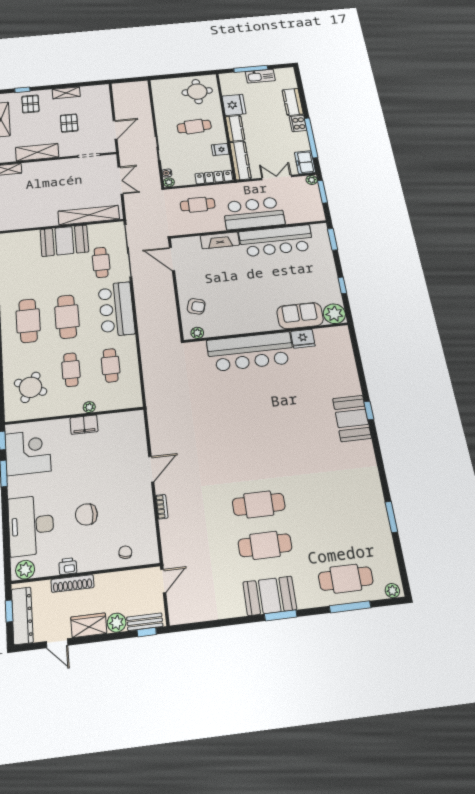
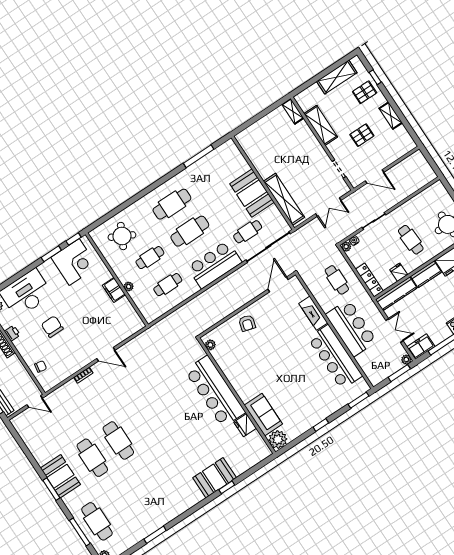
plant: (334, 314) -> (278, 440), moved
sofa: (300, 316) -> (263, 415), moved
plant: (197, 333) -> (210, 345), moved
wall: (266, 333) -> (236, 396), moved
fridge: (303, 339) -> (245, 425), moved
bar counter: (251, 352) -> (215, 391), moved

